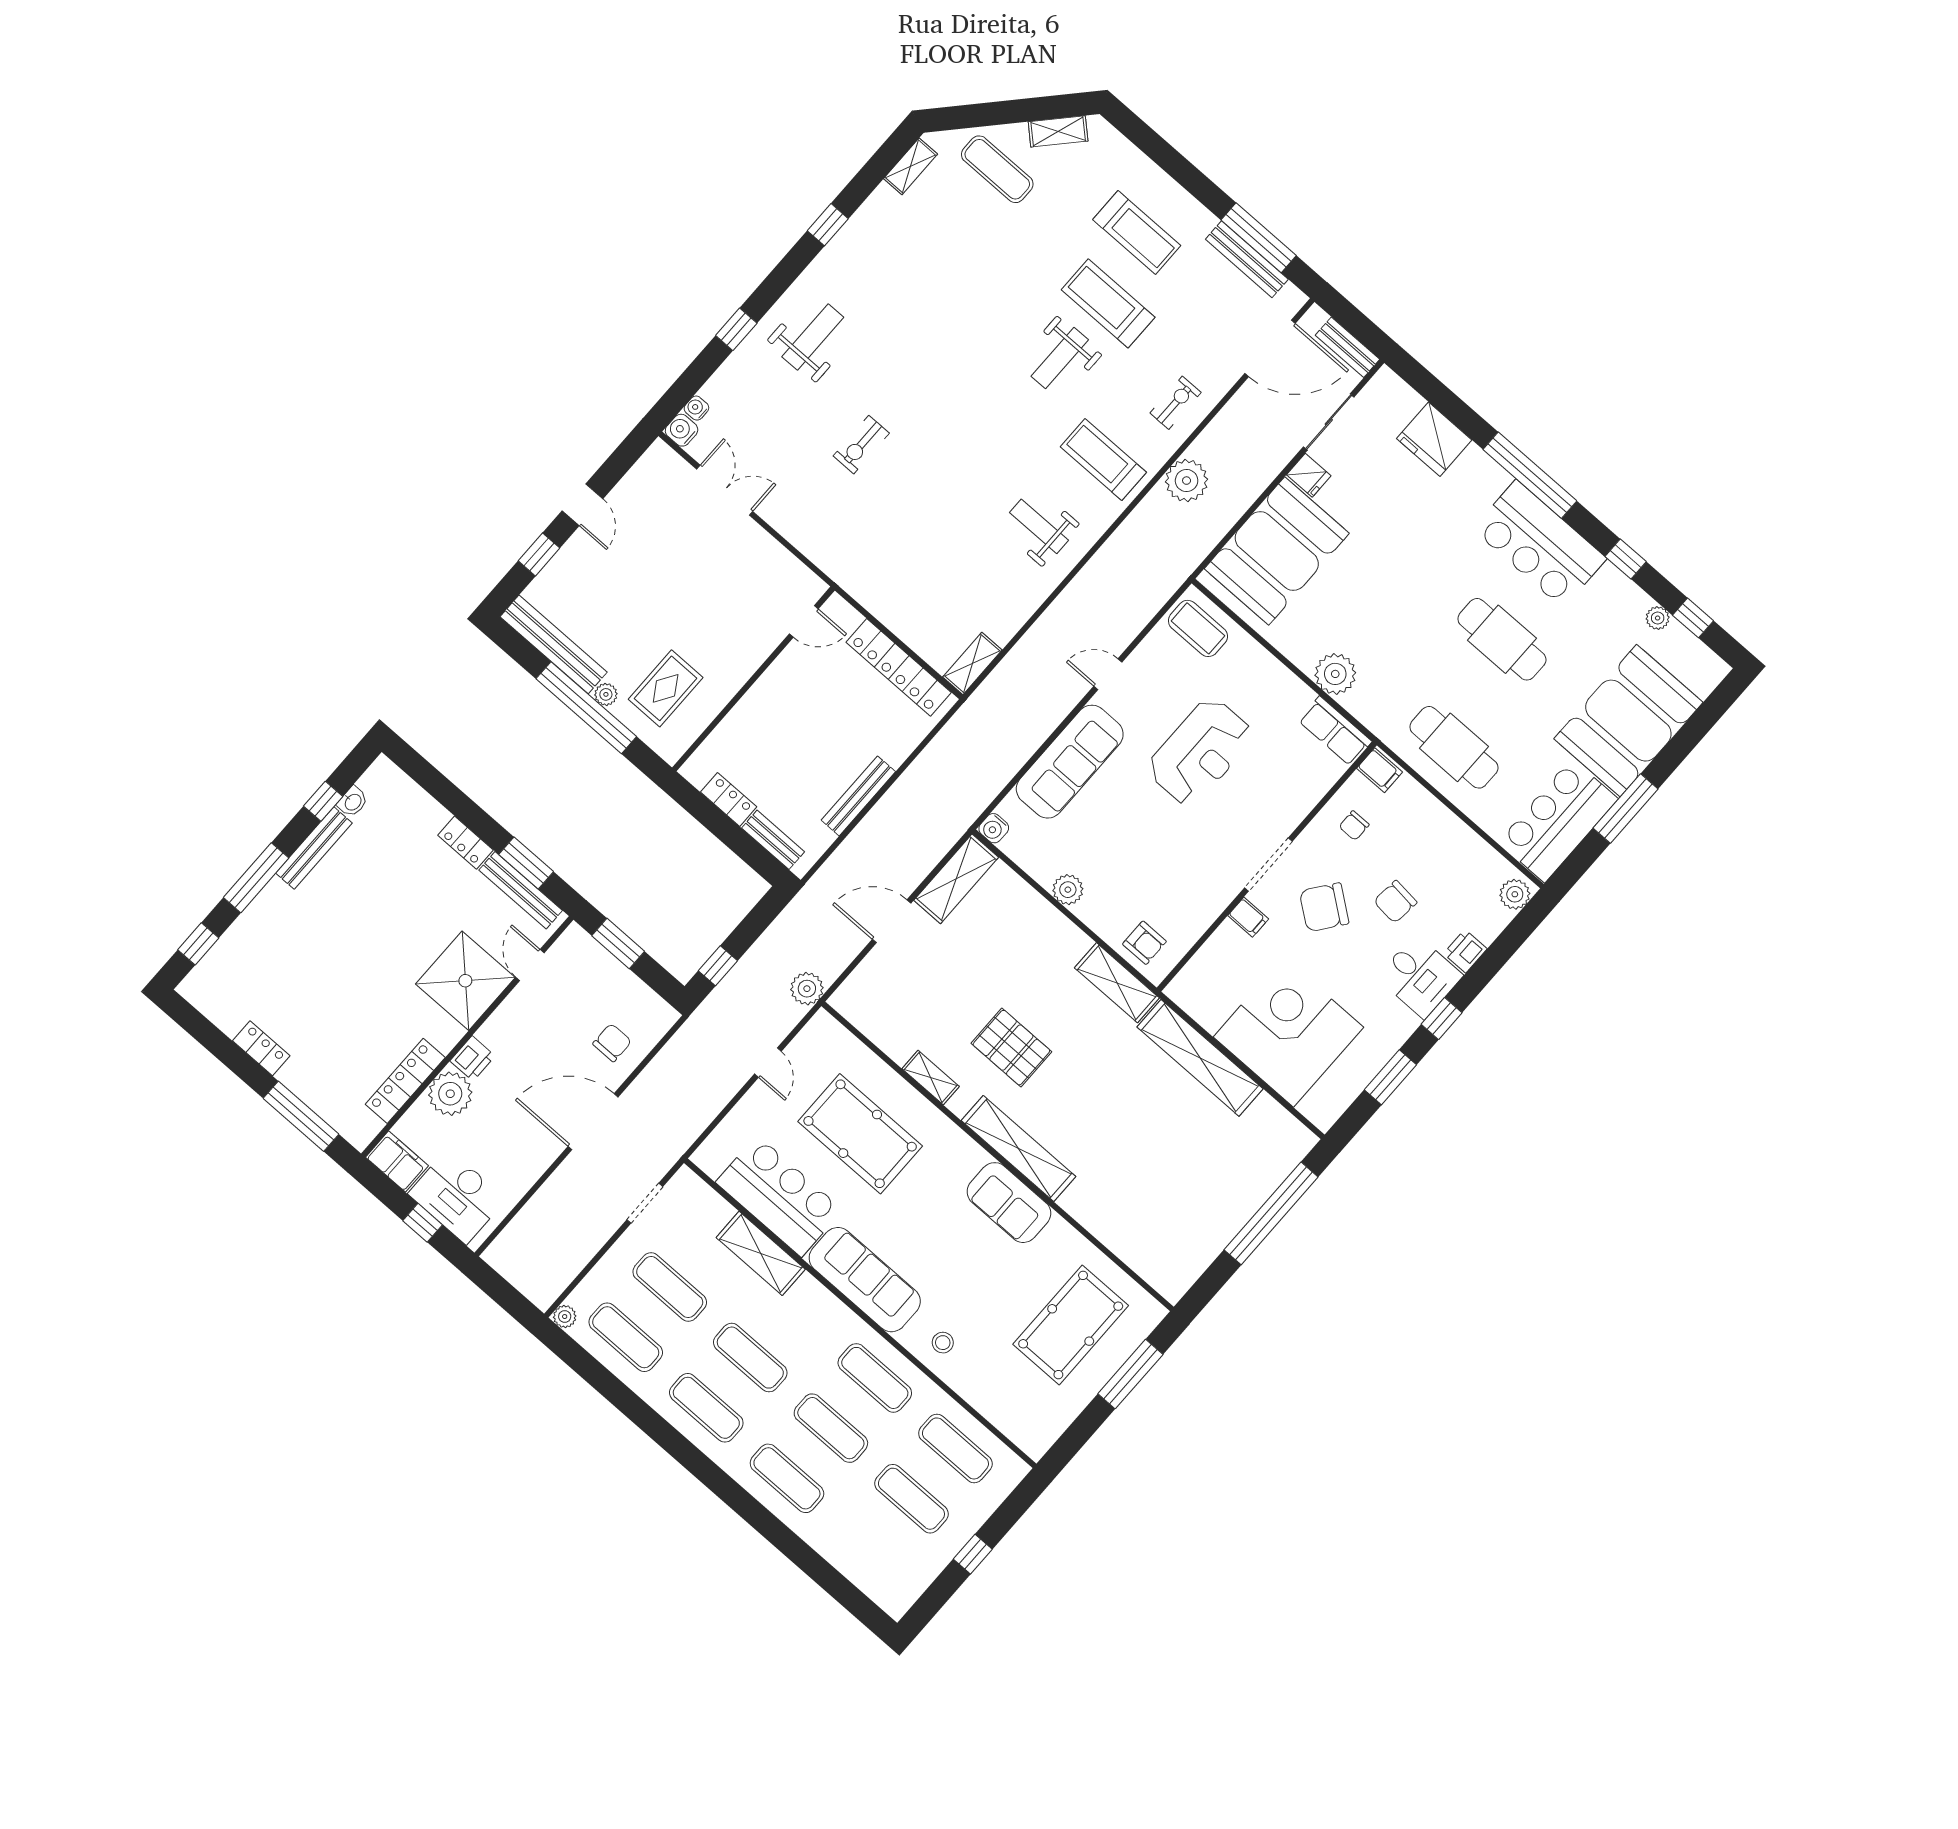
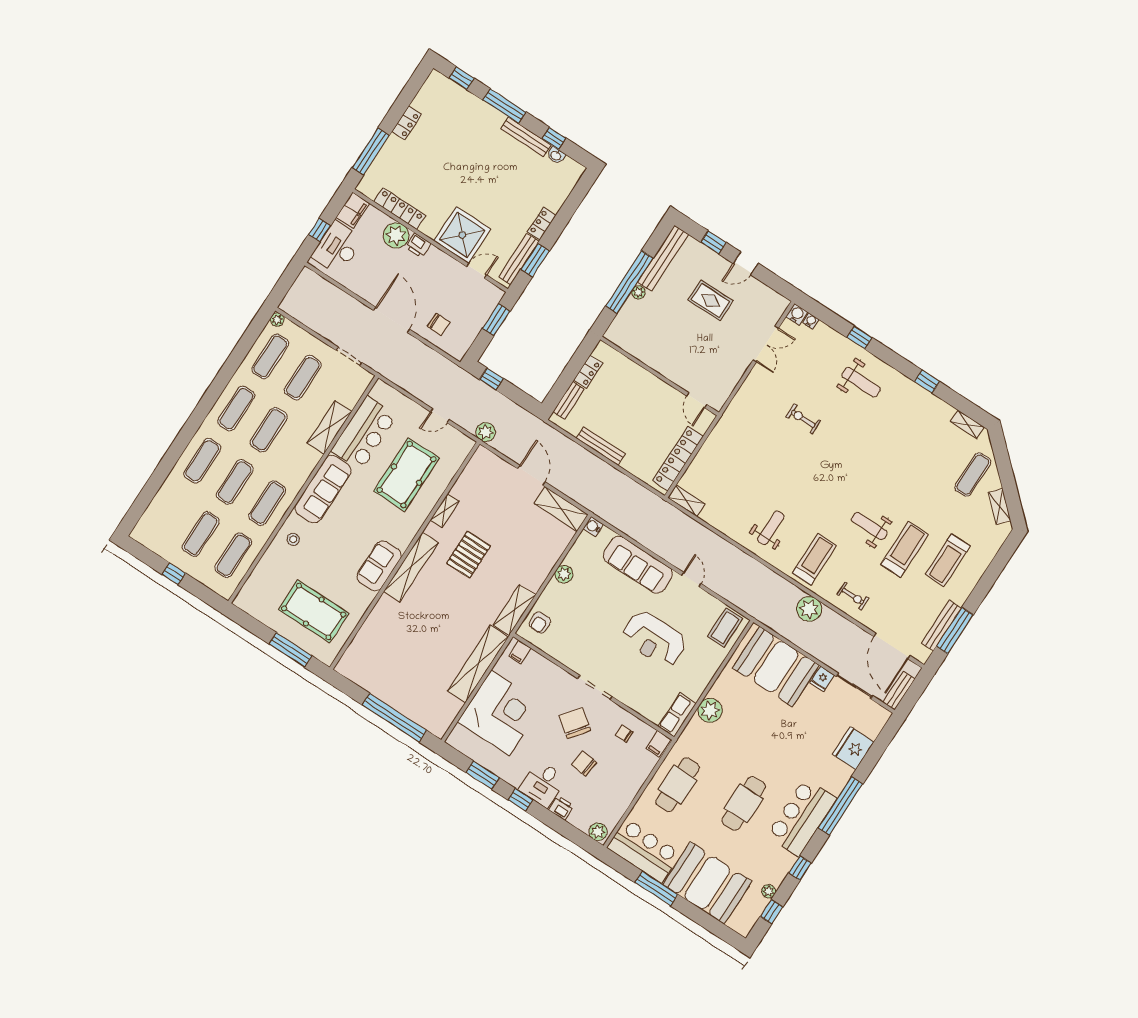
rug: (666, 688) -> (710, 300), moved
filing cabinet: (1248, 917) -> (520, 652), moved

